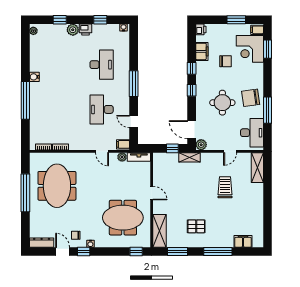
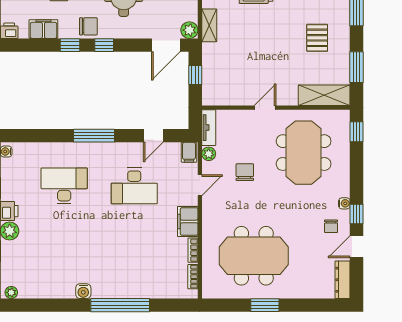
chair: (204, 80) -> (88, 26), added
filing cabinet: (79, 144) -> (188, 221), added
shelving: (190, 157) -> (209, 25), moved
chair: (110, 180) -> (245, 172), added
window: (25, 193) -> (265, 305), width x0.47

